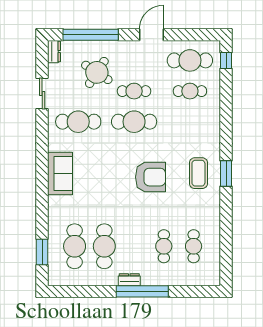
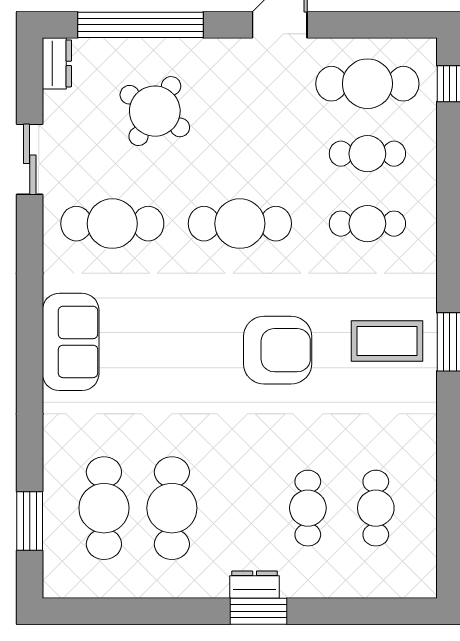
cafe table: (134, 91) -> (367, 224), moved
coffee table: (198, 173) -> (387, 341), turned 90
dresser: (129, 280) -> (255, 585), moved
window: (142, 291) -> (259, 611), width x0.47

